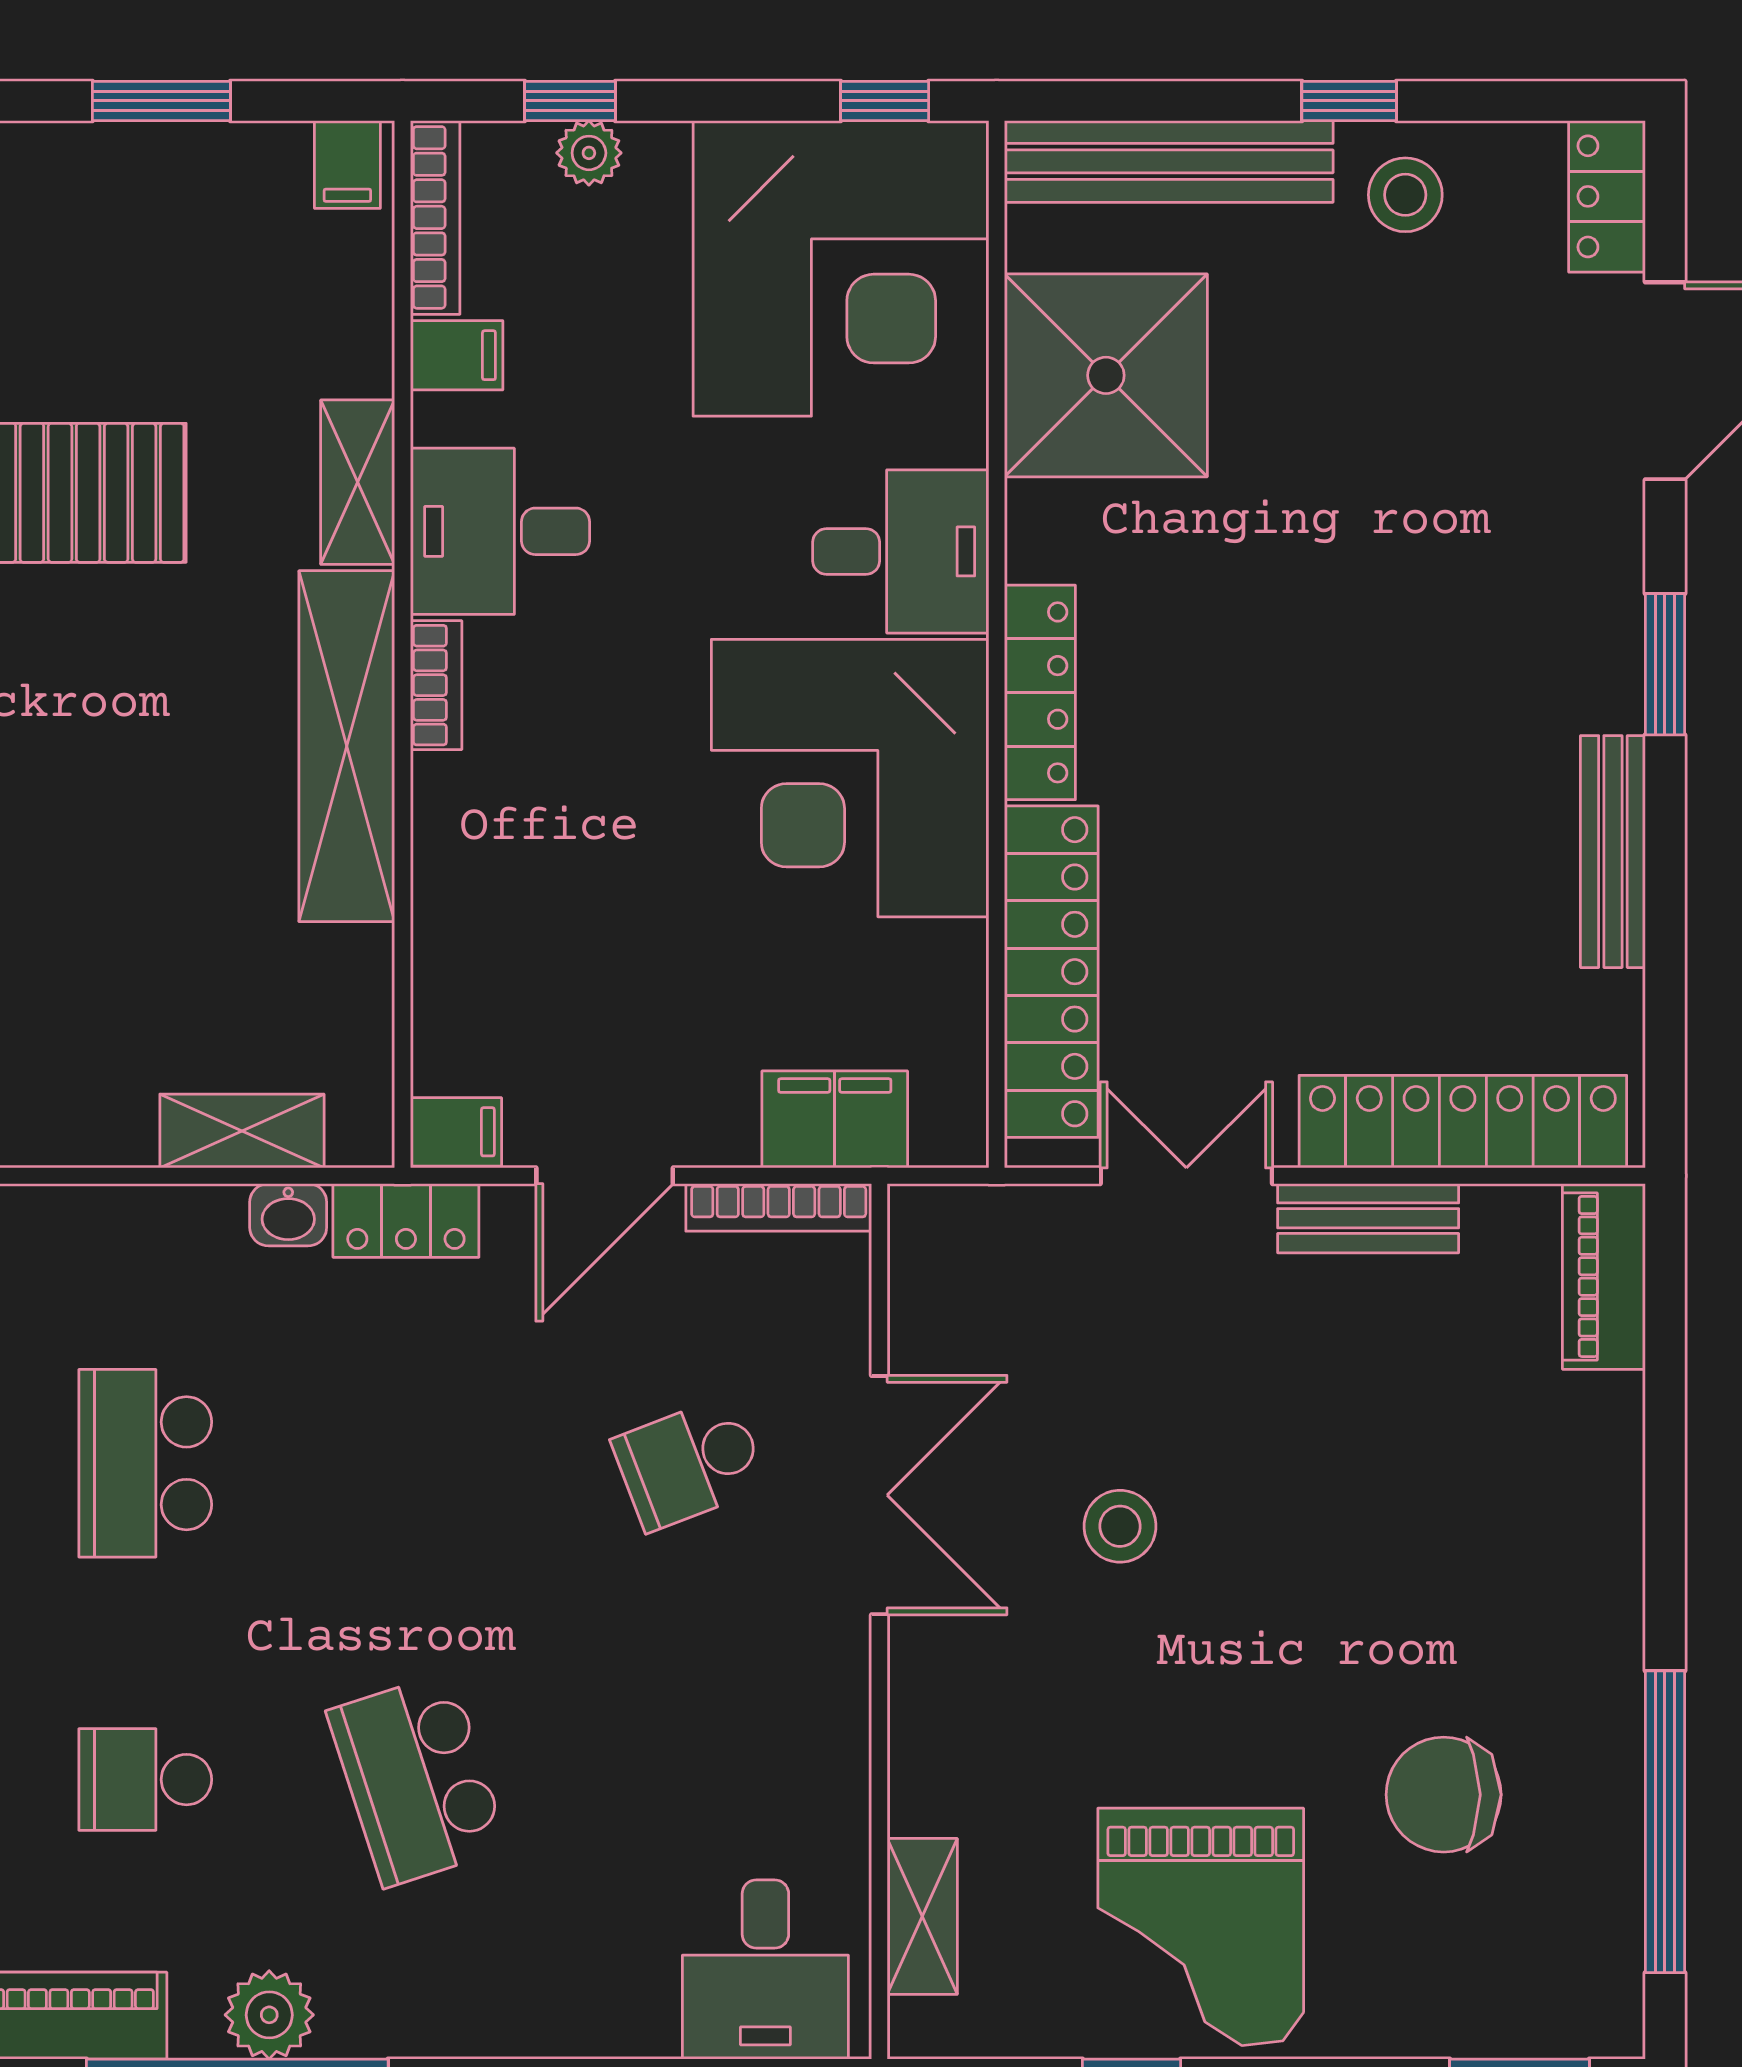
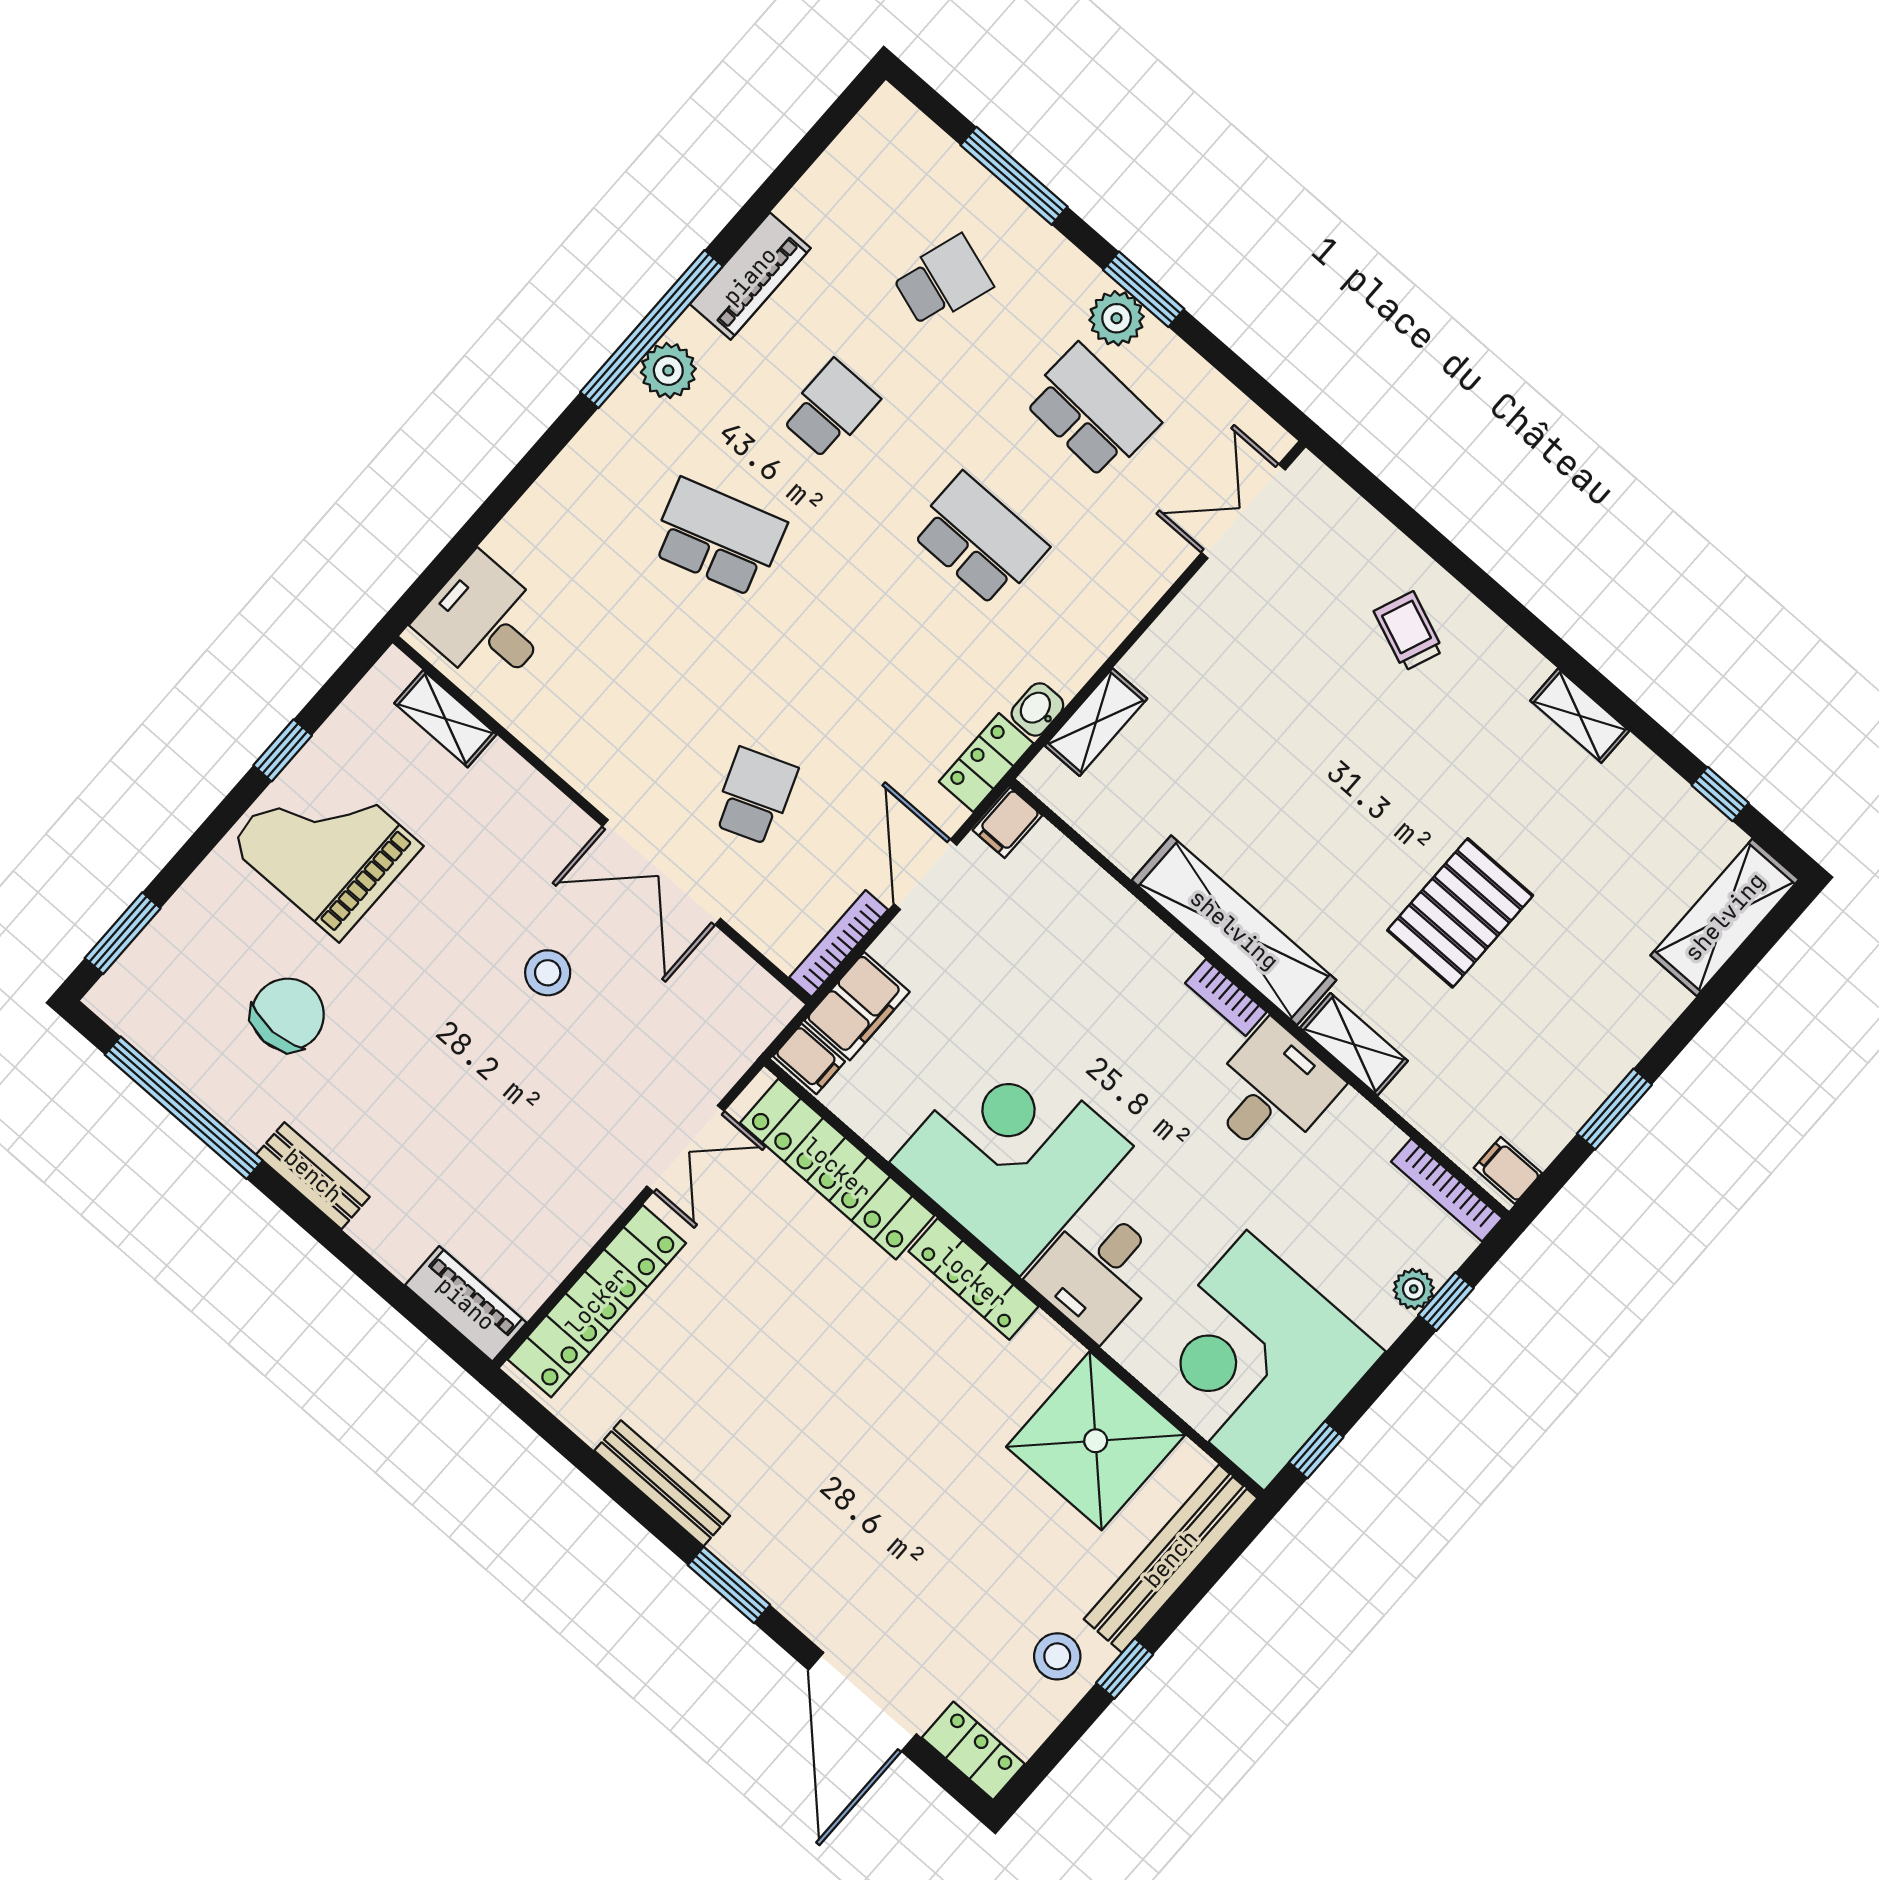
filing cabinet: (457, 355) -> (809, 1059), moved, turned -90
bench: (1368, 1218) -> (313, 1176), moved, turned 90

